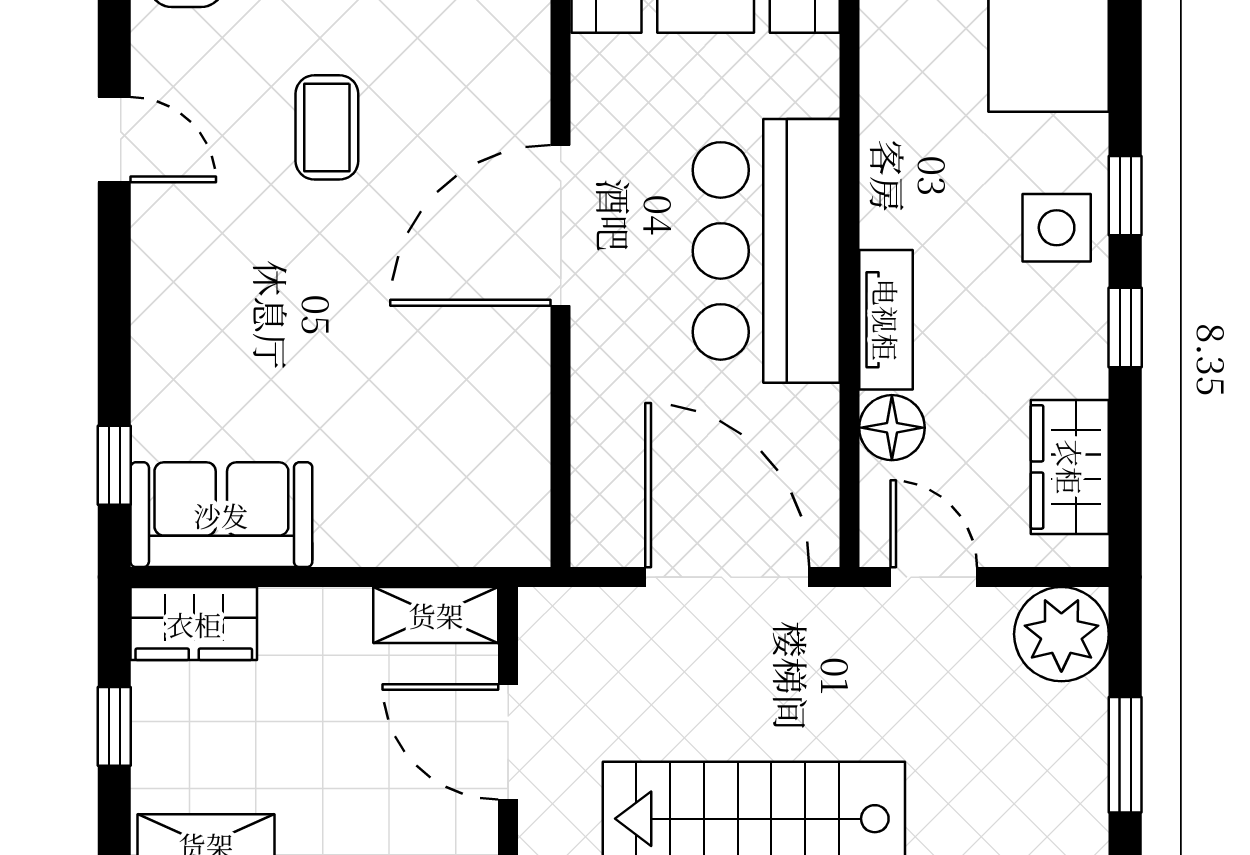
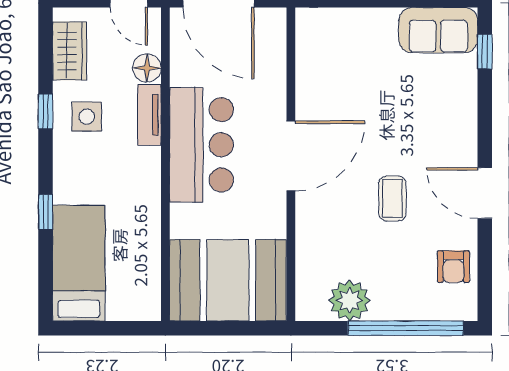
door: (114, 140) -> (485, 193), width x1.38
window: (1125, 196) -> (46, 212), moved
side table: (1057, 228) -> (87, 117), moved

